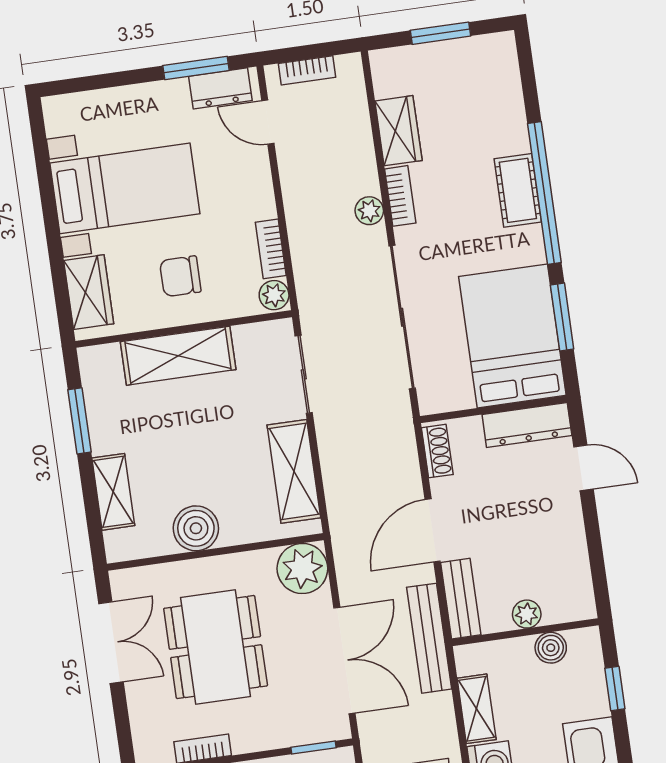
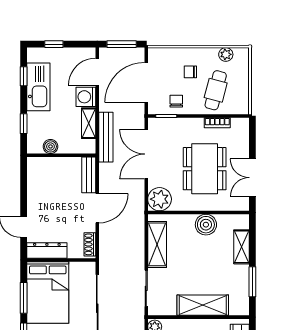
plant: (527, 614) -> (59, 164), removed
bench: (429, 638) -> (106, 137), moved

